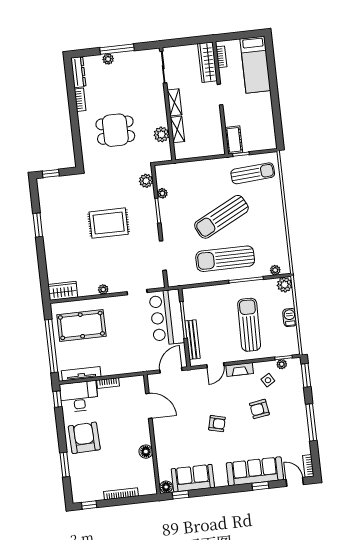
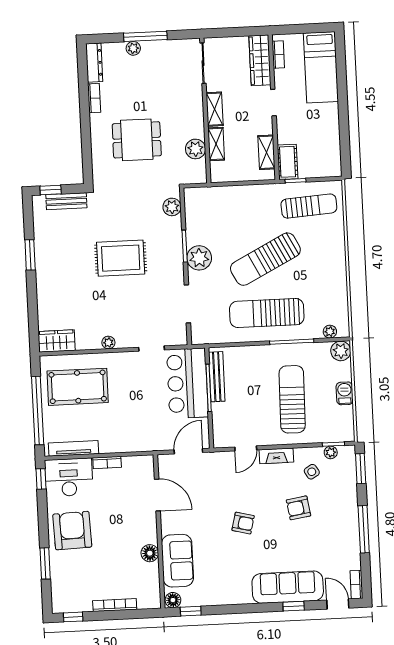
shelving: (217, 133) -> (266, 152), added
bench: (63, 181) -> (66, 201), added
plant: (162, 193) -> (199, 258), moved, width x1.87, depth x1.87
bench: (193, 340) -> (217, 377), moved
sofa: (193, 478) -> (177, 561), moved, turned 90

